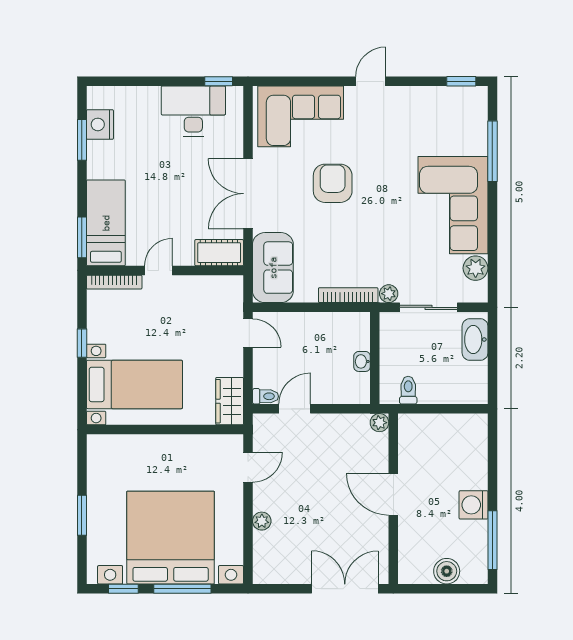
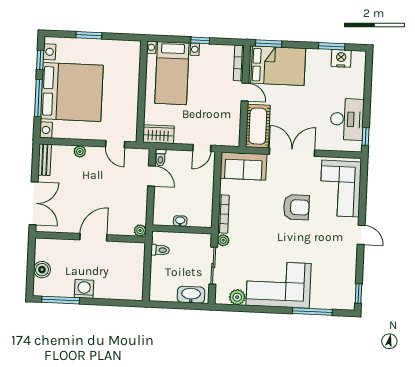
bed: (106, 223) -> (277, 66), width x1.50
cot: (219, 253) -> (258, 126), width x1.37, depth x1.34
bench: (277, 575) -> (45, 160), added

